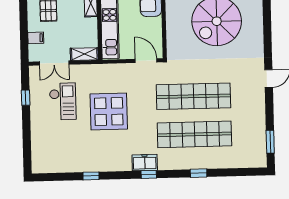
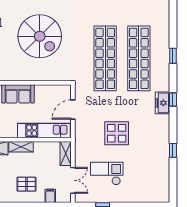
door: (146, 61) -> (73, 110), moved
display table: (109, 111) -> (117, 133), width x0.73, depth x0.73

